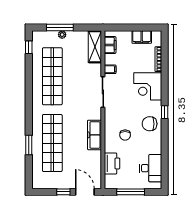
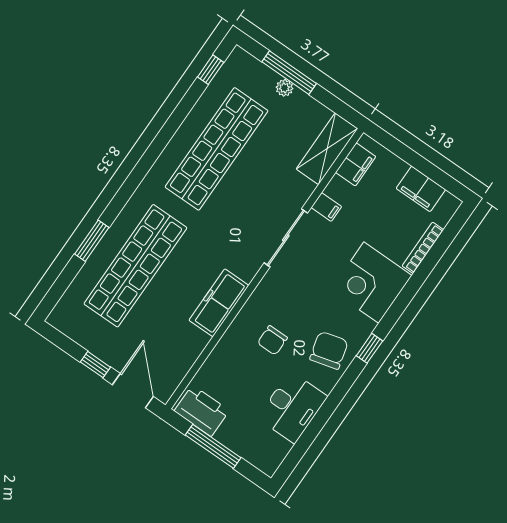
chair: (150, 124) -> (329, 350), turned 75
printer: (112, 163) -> (202, 411), moved, turned -90
desk: (151, 168) -> (292, 407), moved

